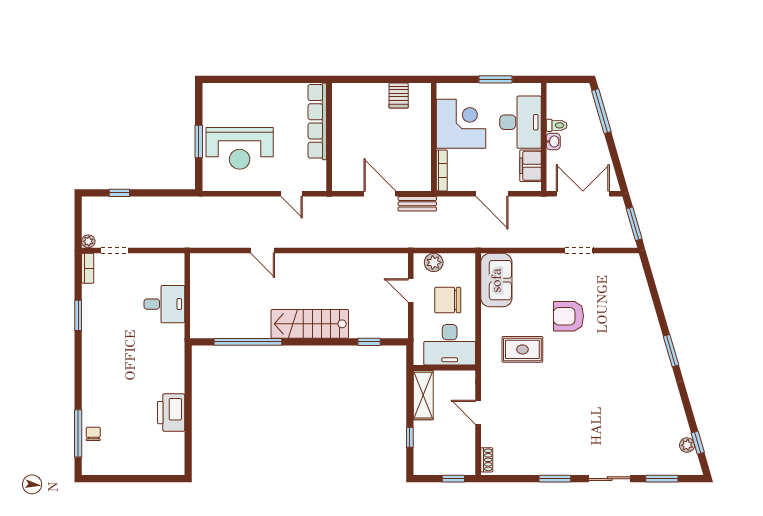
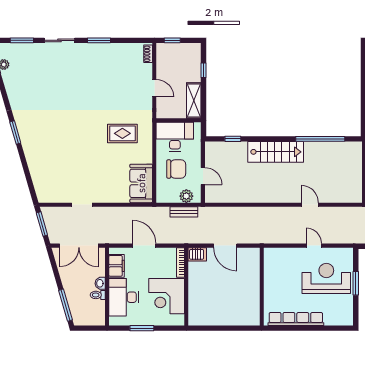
server rack: (399, 96) -> (197, 254), moved, turned 90
row of seats: (317, 121) -> (296, 319), moved, turned -90
door: (292, 194) -> (314, 246), moved
bench: (417, 204) -> (184, 212), moved
armchair: (568, 316) -> (89, 157), removed

